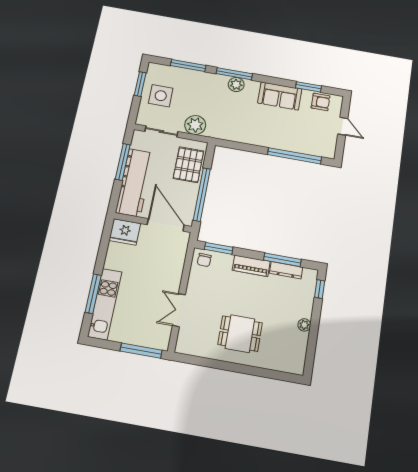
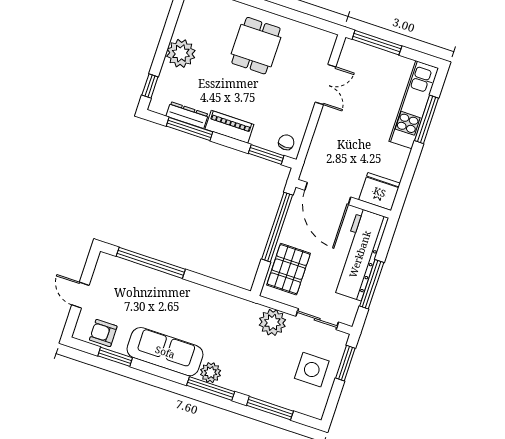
window: (140, 84) -> (345, 363), moved
sofa: (280, 96) -> (165, 352), width x1.36
plant: (304, 325) -> (181, 53), width x1.88, depth x1.88
dining table: (240, 334) -> (256, 46), turned 90

